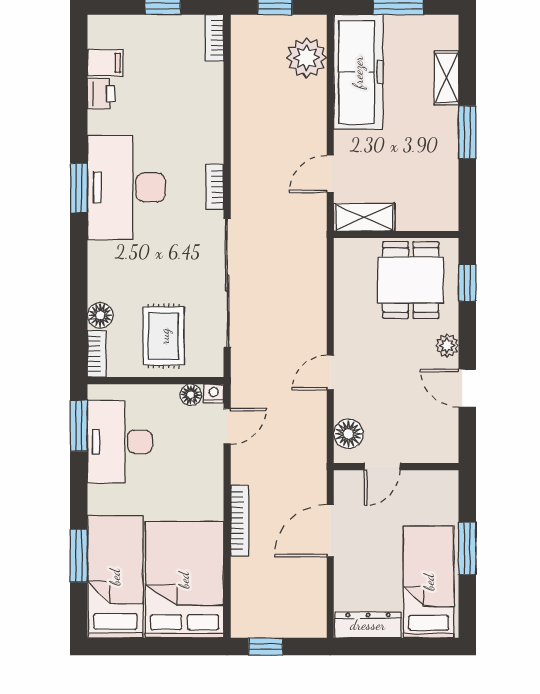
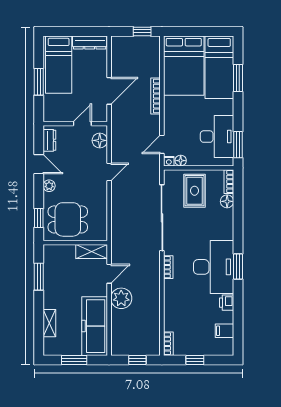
plant: (307, 58) -> (121, 298), moved
printer: (101, 94) -> (227, 303), moved
window: (467, 132) -> (39, 277), moved
dining table: (411, 280) -> (68, 219), turned 90
dresser: (446, 434) -> (49, 140), added

